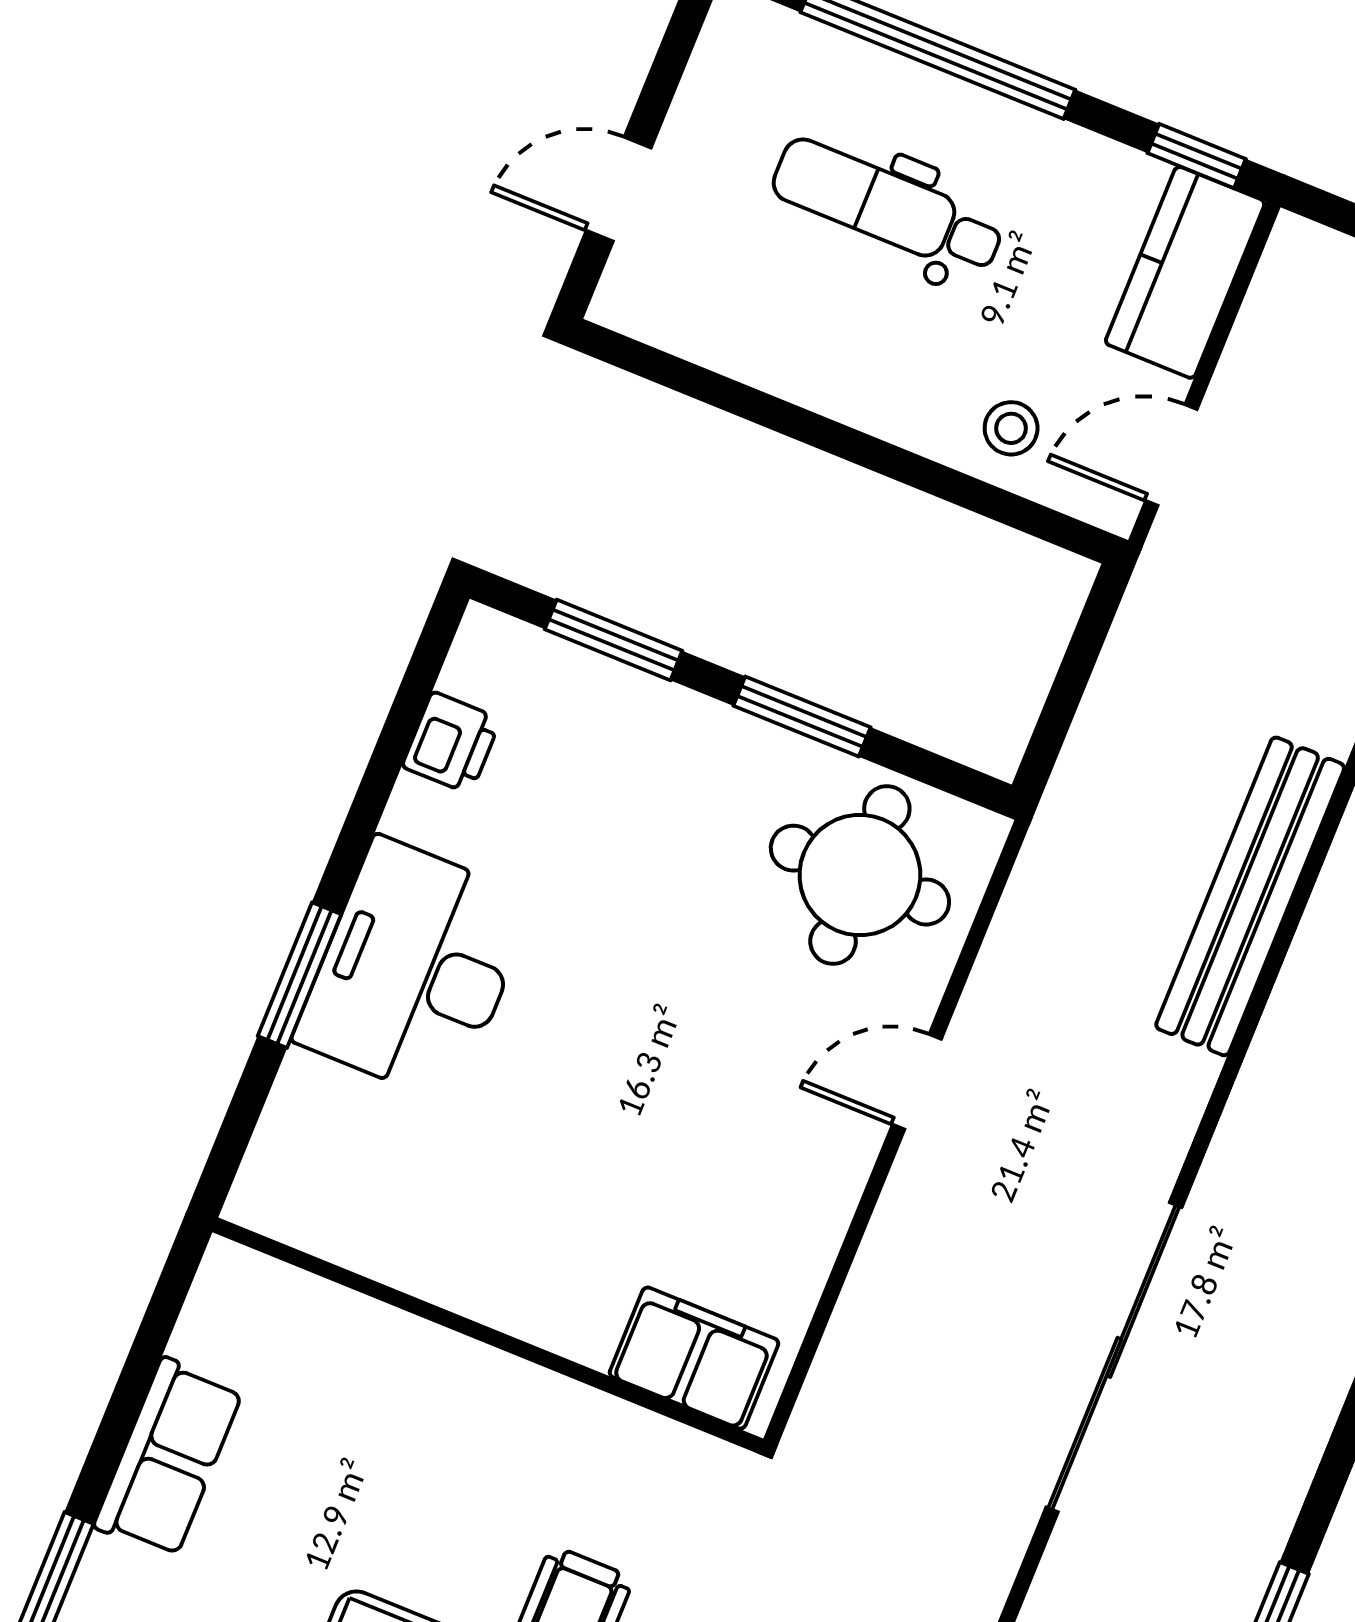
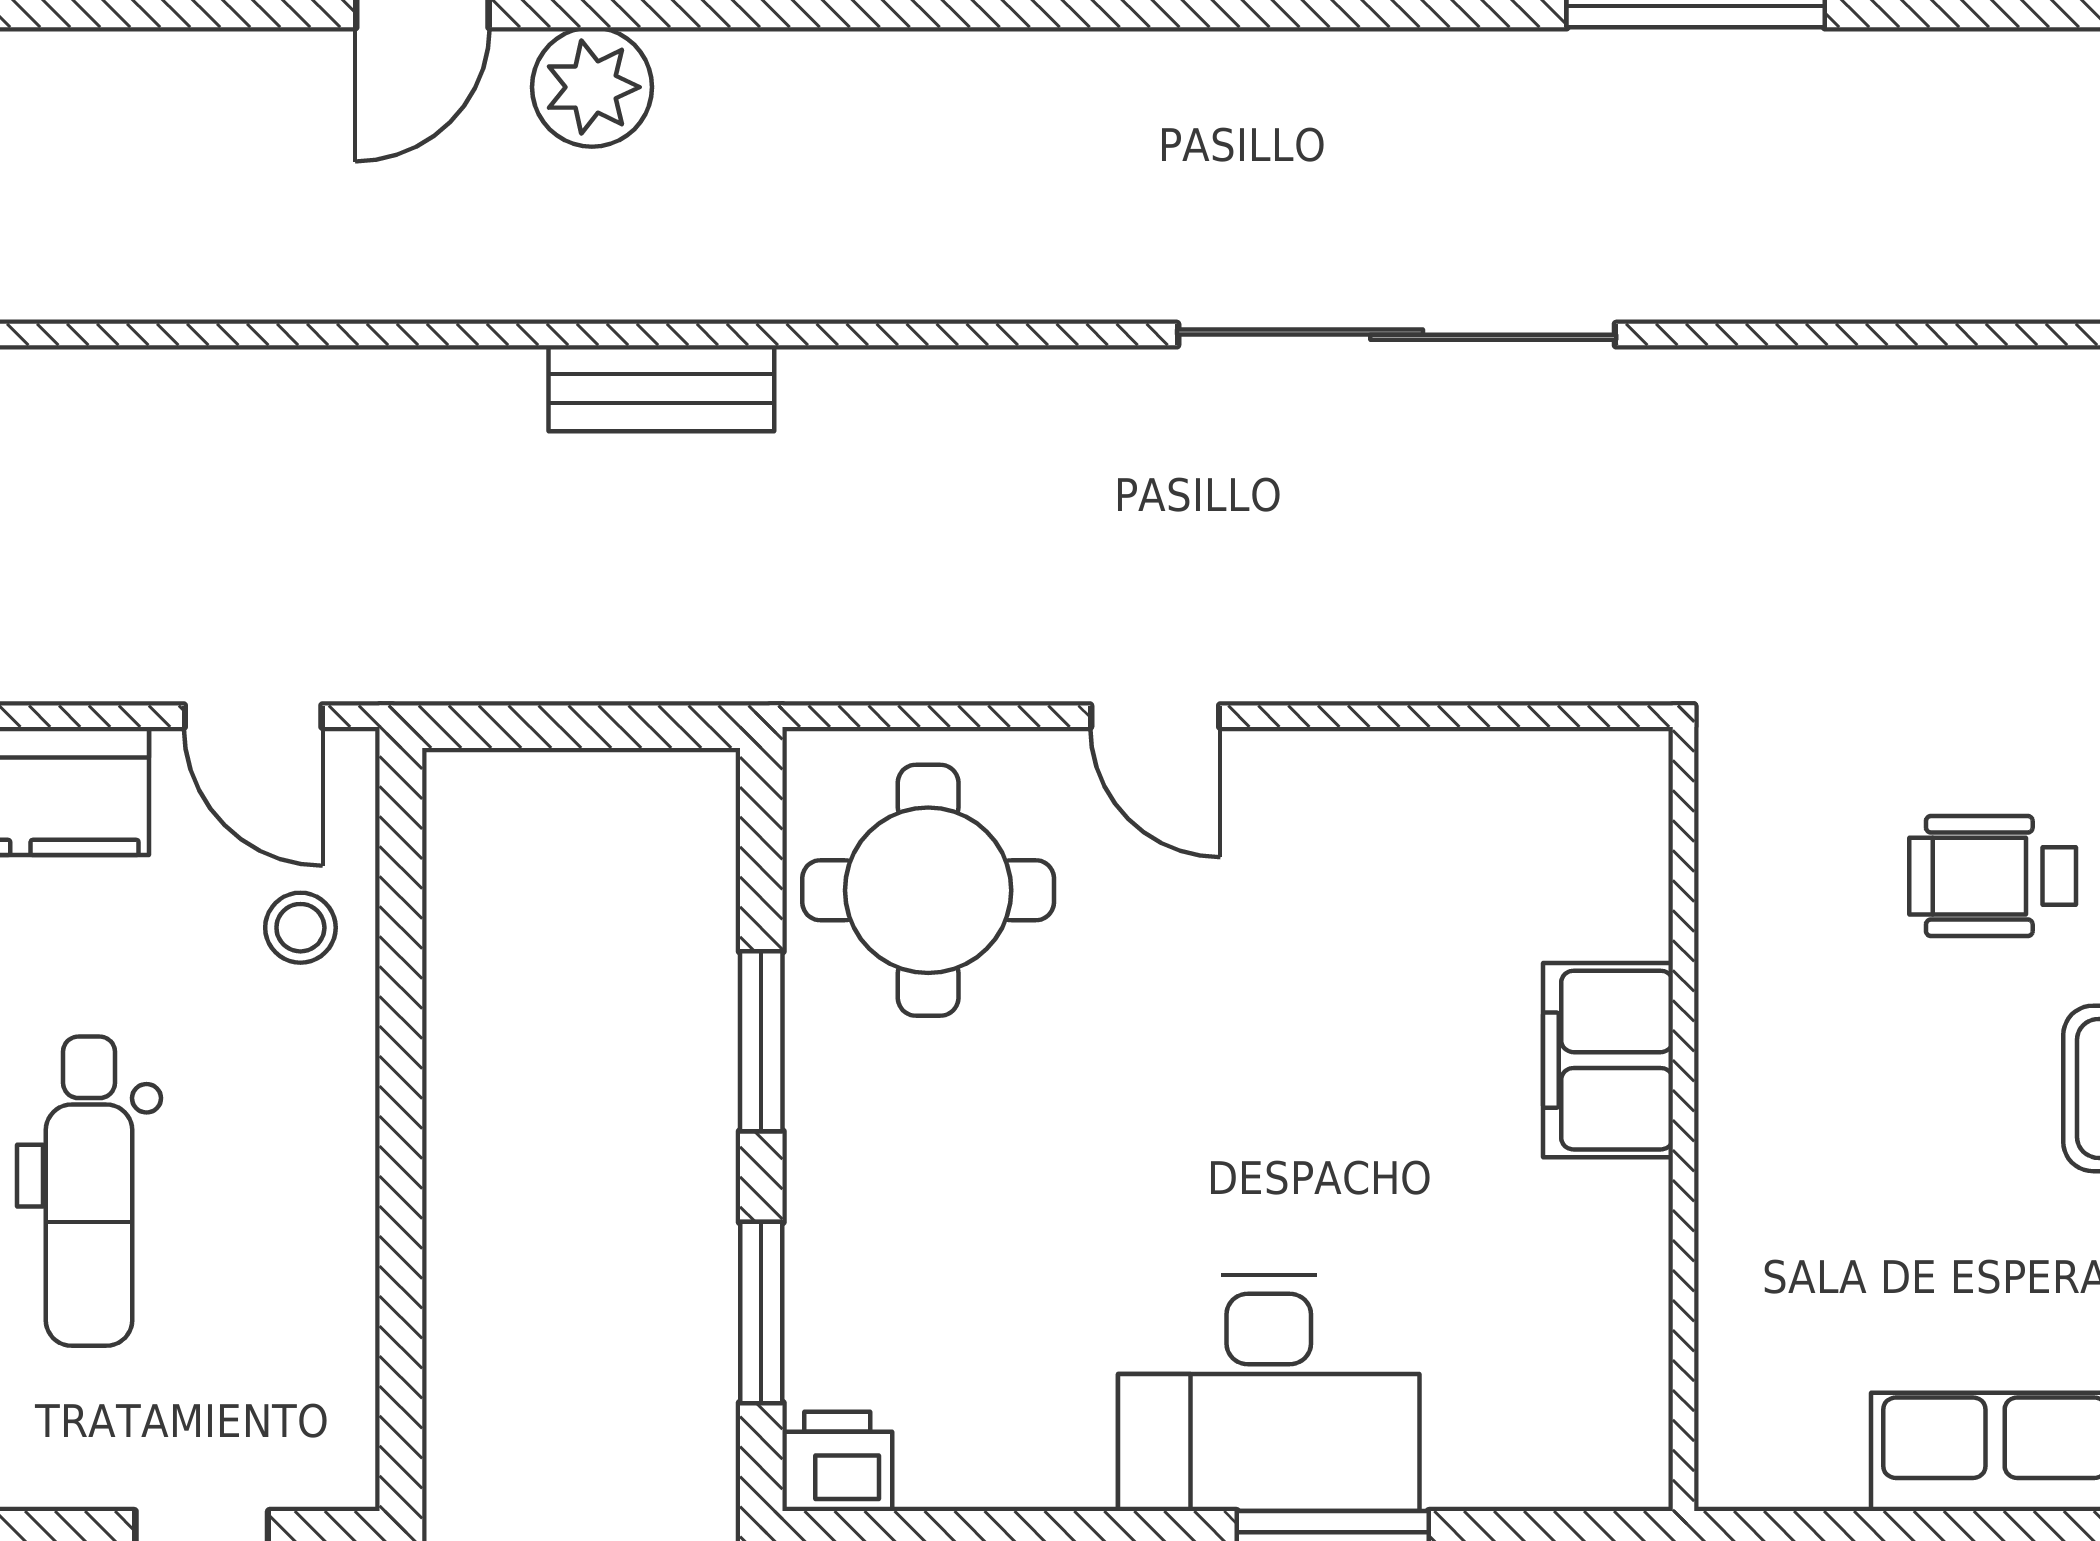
printer: (451, 743) -> (837, 1461), moved
bench: (1250, 896) -> (661, 388), width x0.54, depth x0.82
filing cabinet: (694, 1358) -> (1608, 1060), moved

